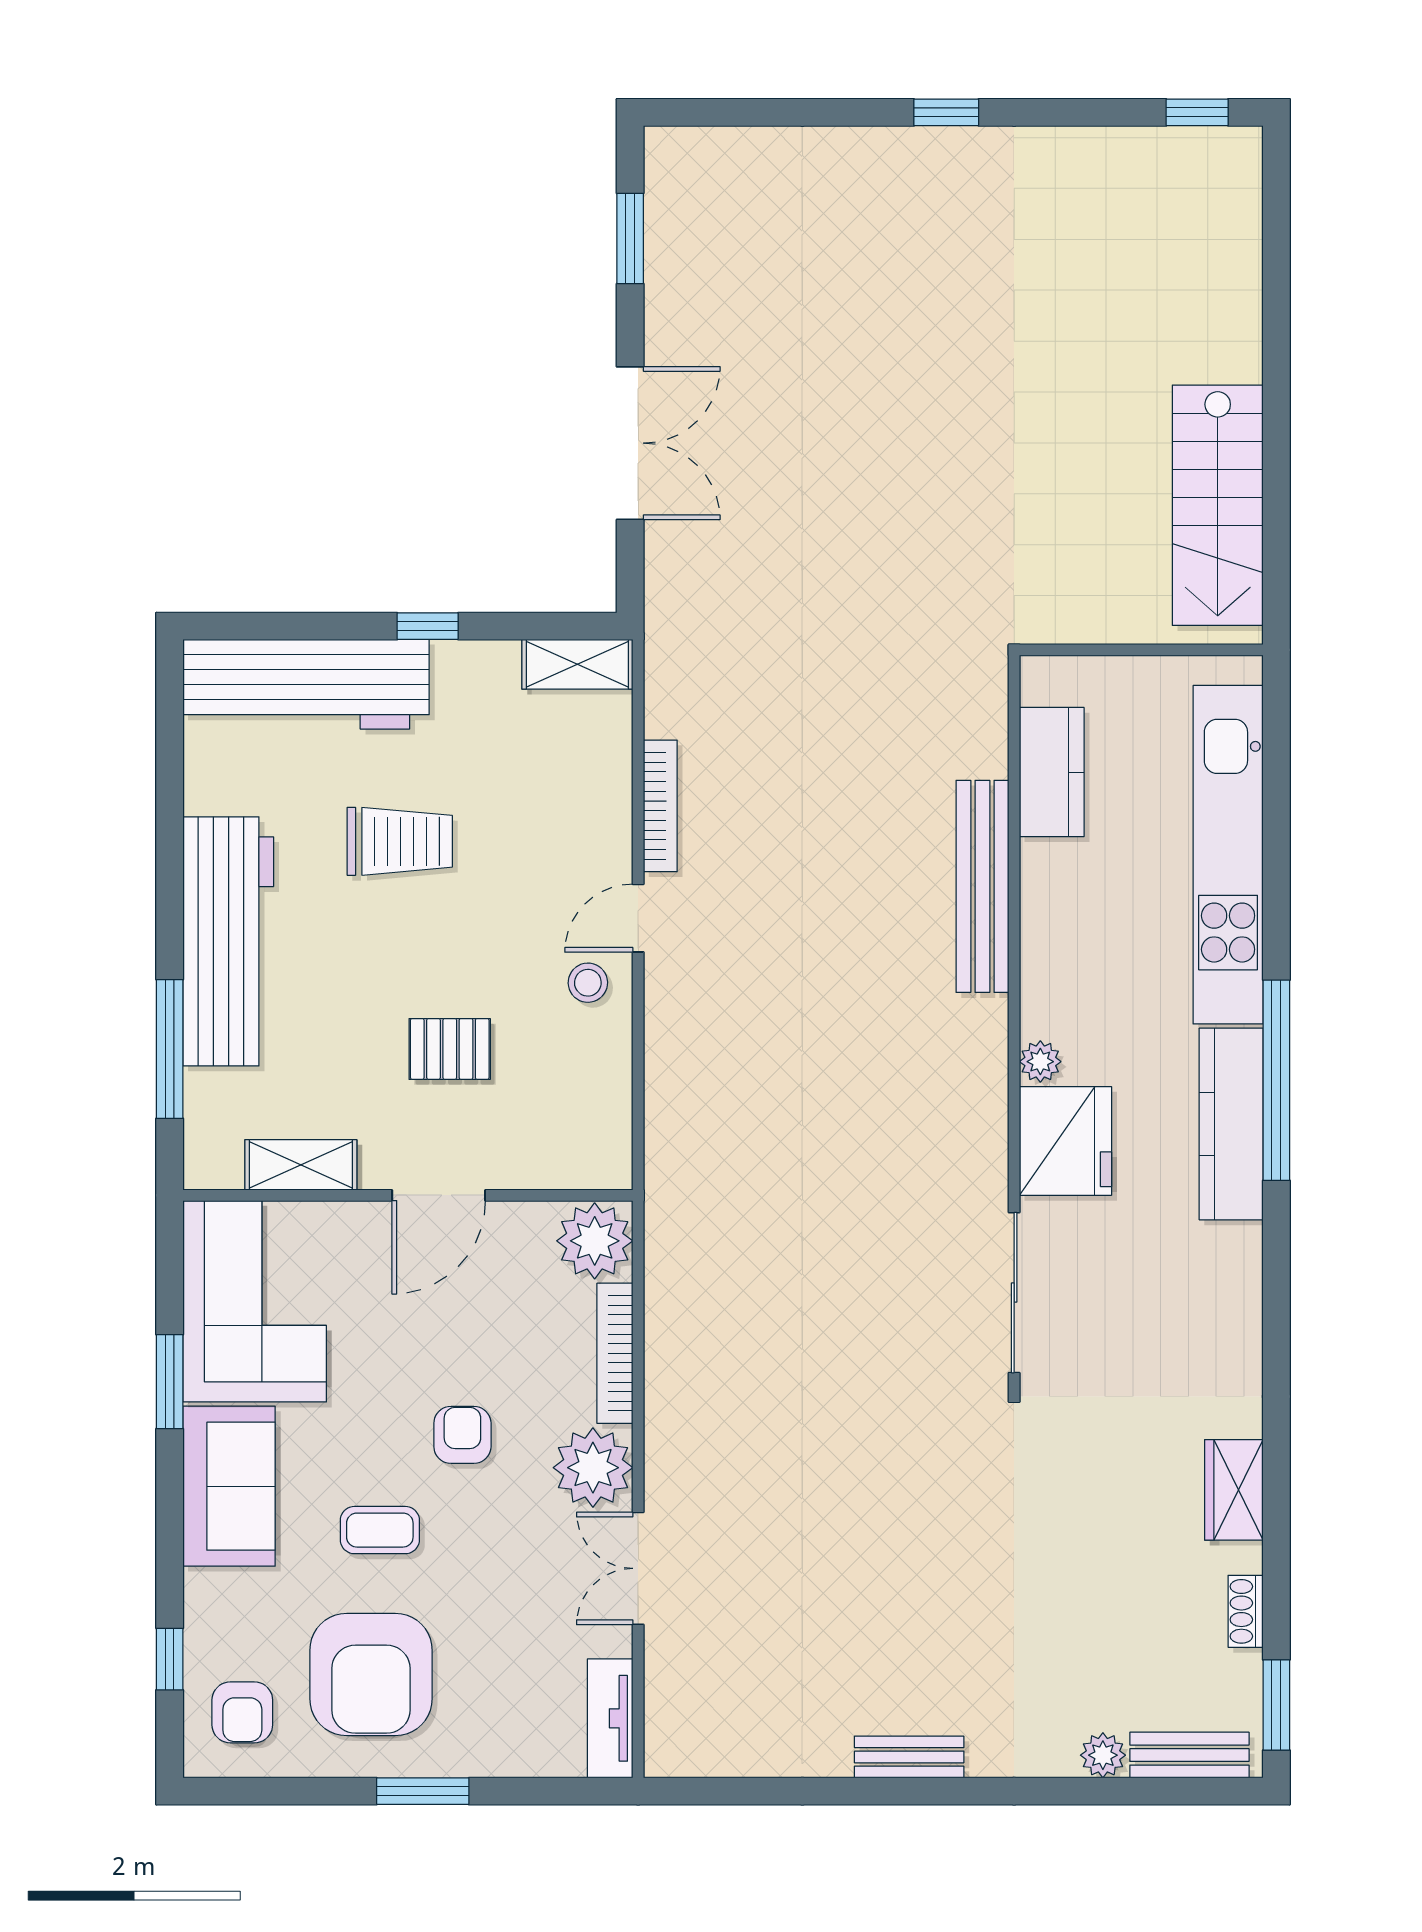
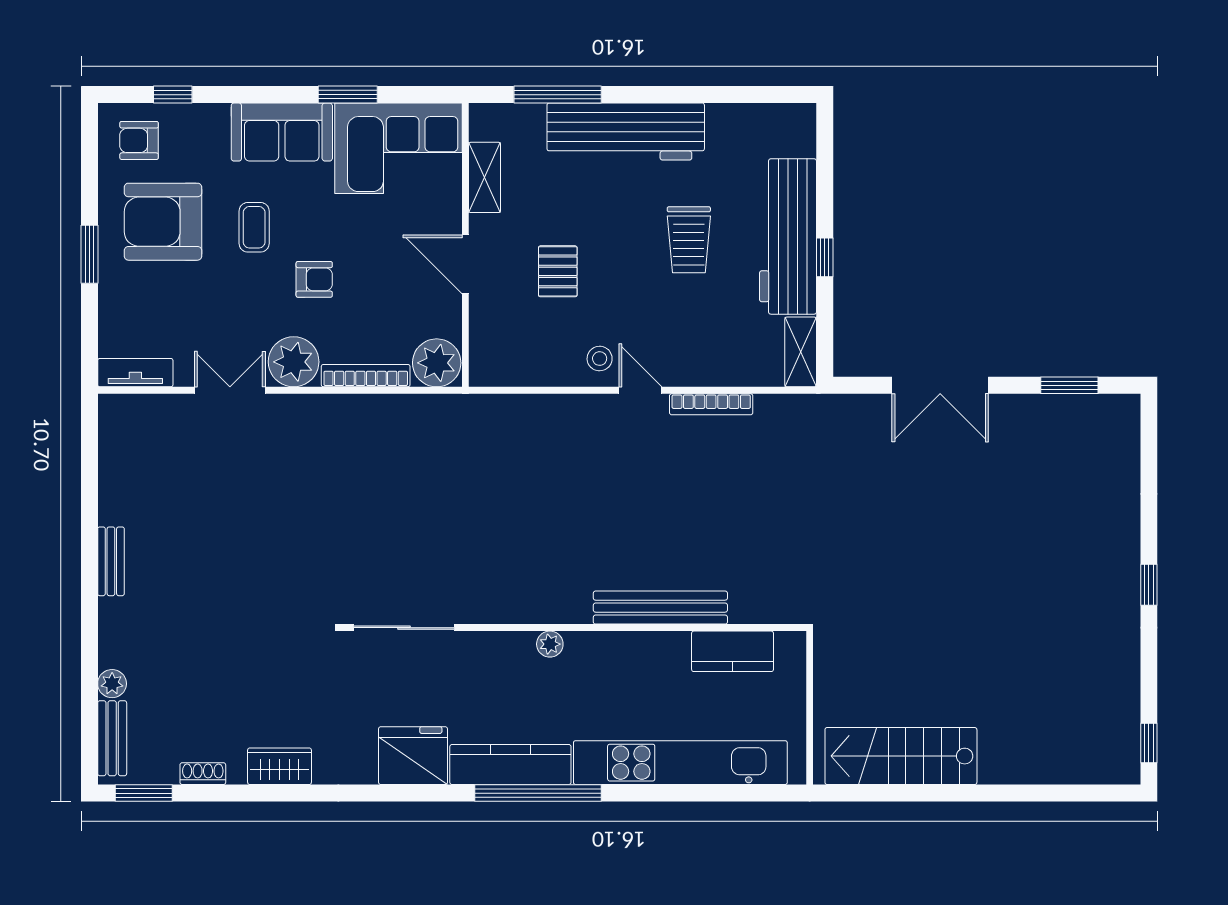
workbench: (306, 684) -> (788, 236), moved
fridge: (1065, 1141) -> (413, 756), moved, turned 180

